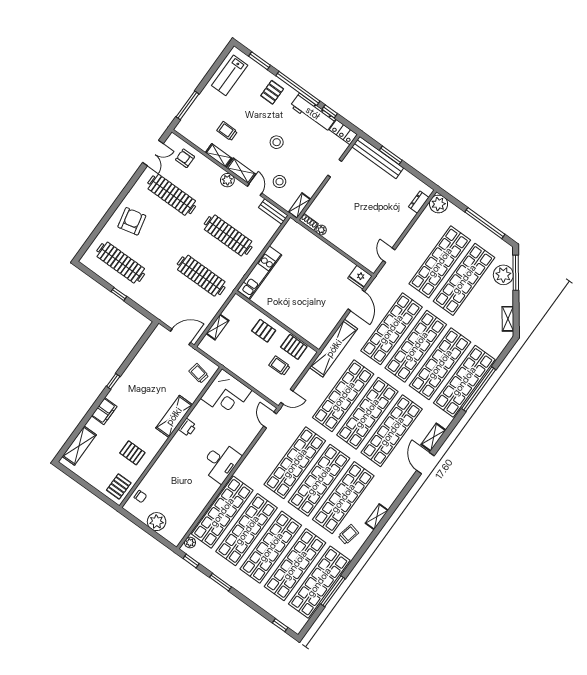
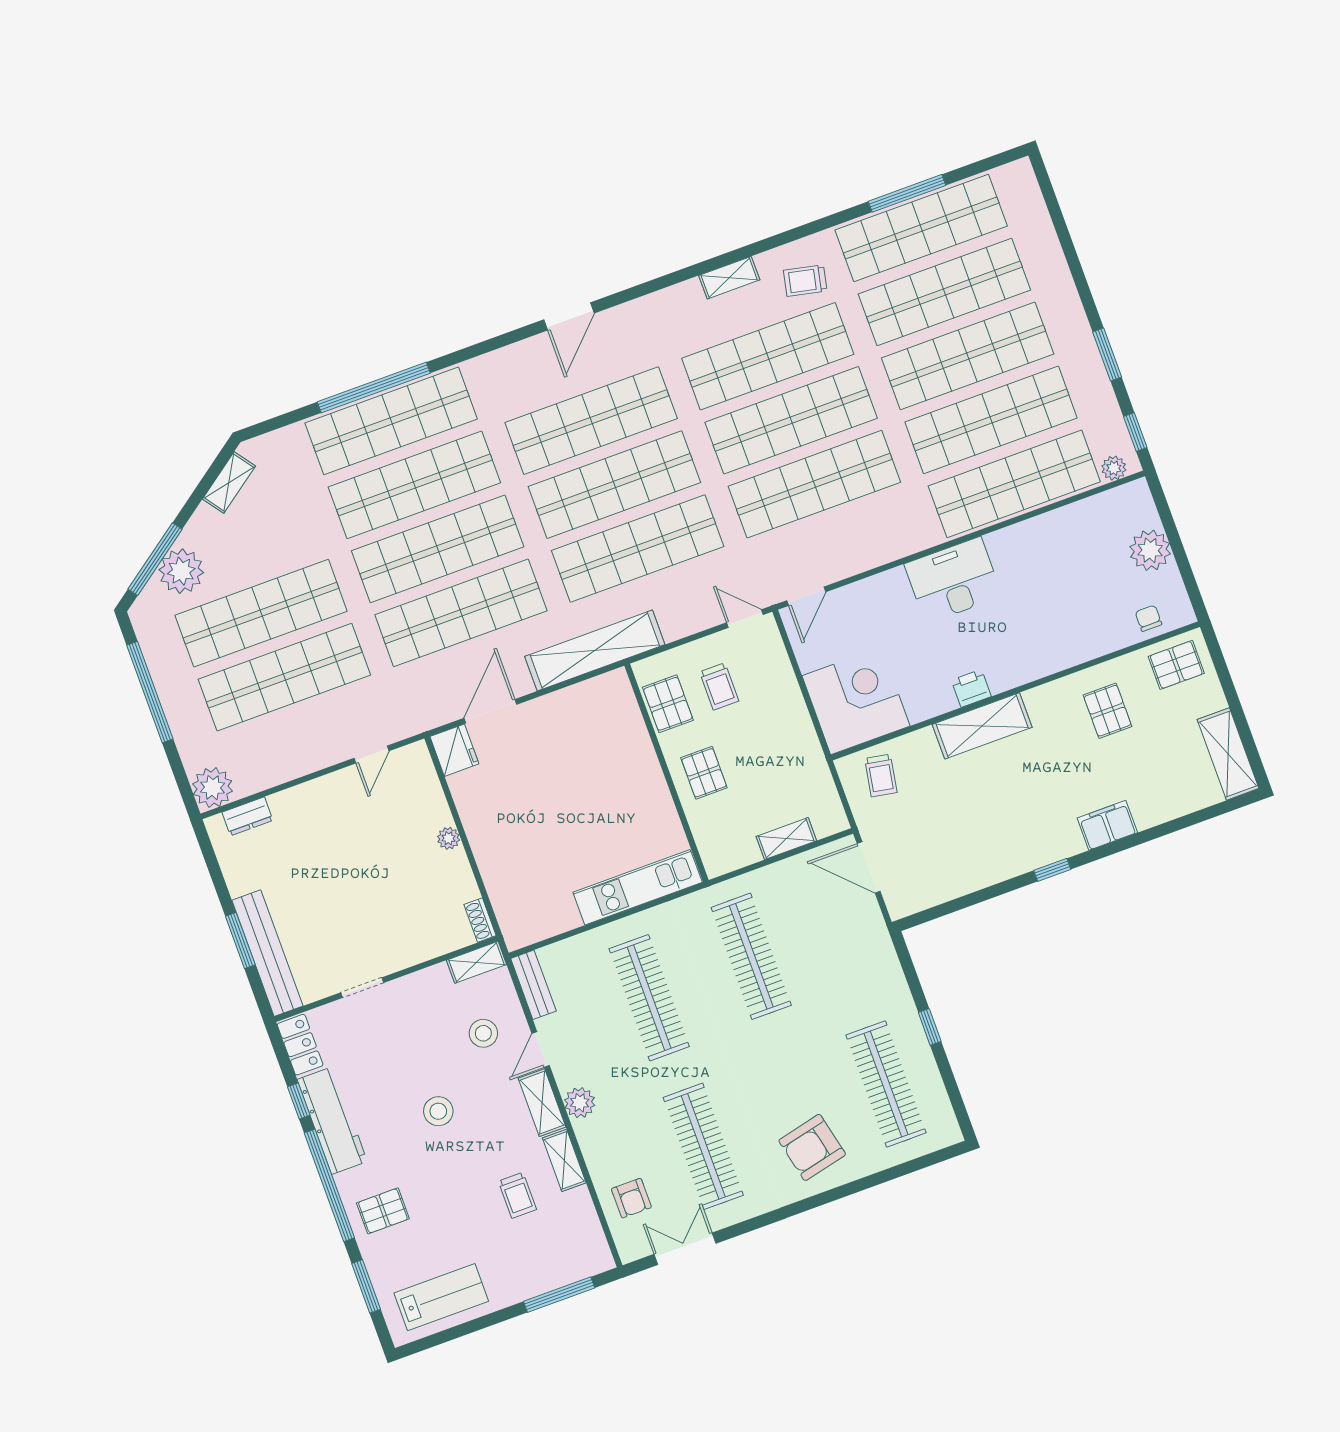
plant: (321, 230) -> (449, 838), moved
shelving: (433, 437) -> (521, 355), removed
shelving: (79, 446) -> (1228, 754), moved, turned 90
window: (280, 625) -> (1050, 197), removed

